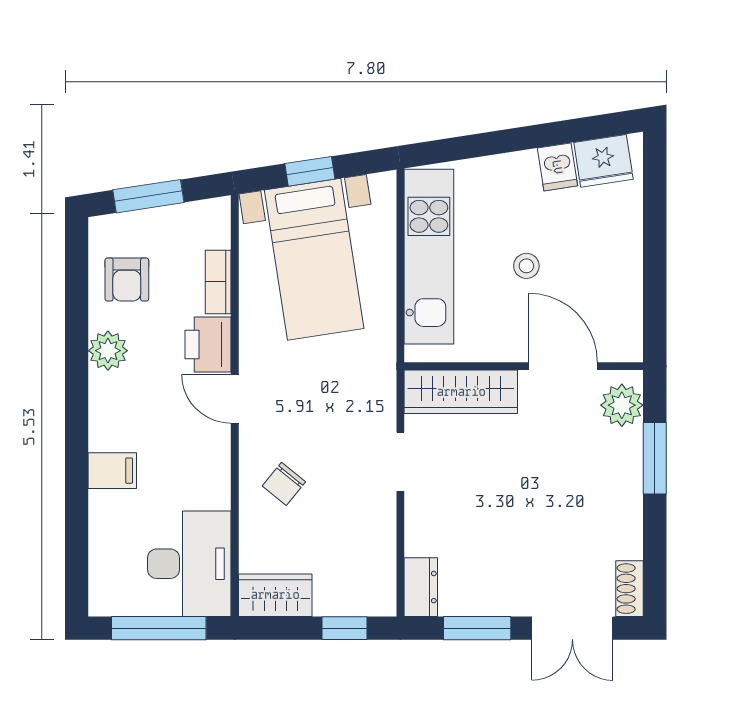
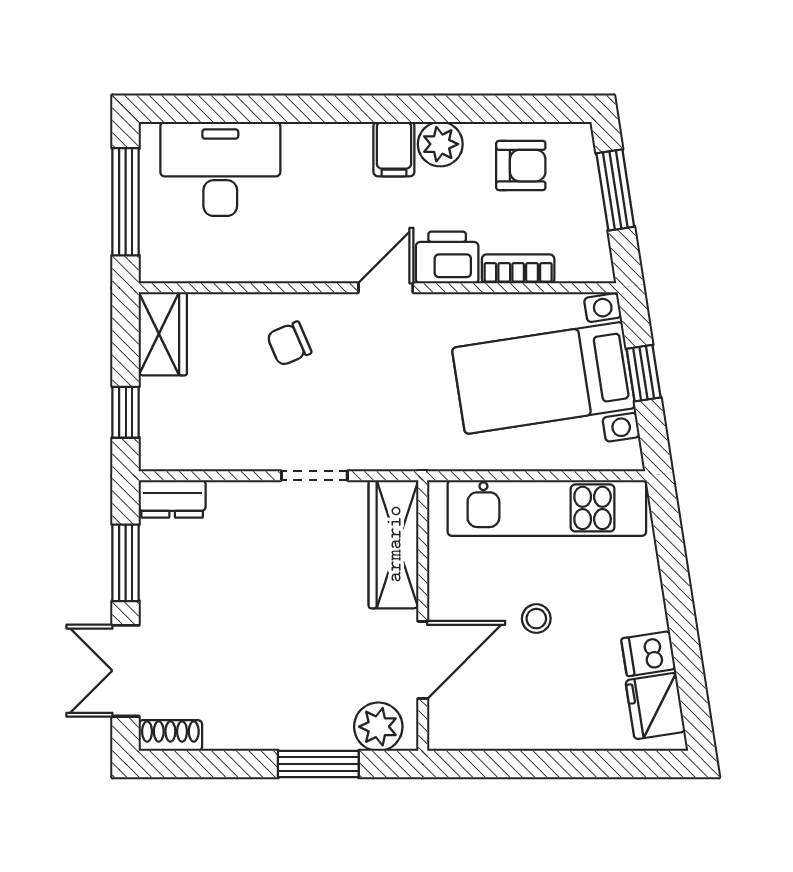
armchair: (127, 280) -> (521, 166), turned 180
filing cabinet: (112, 471) -> (394, 149), moved
chair: (284, 484) -> (289, 344), turned -62
desk: (189, 564) -> (220, 169), moved, turned 180

